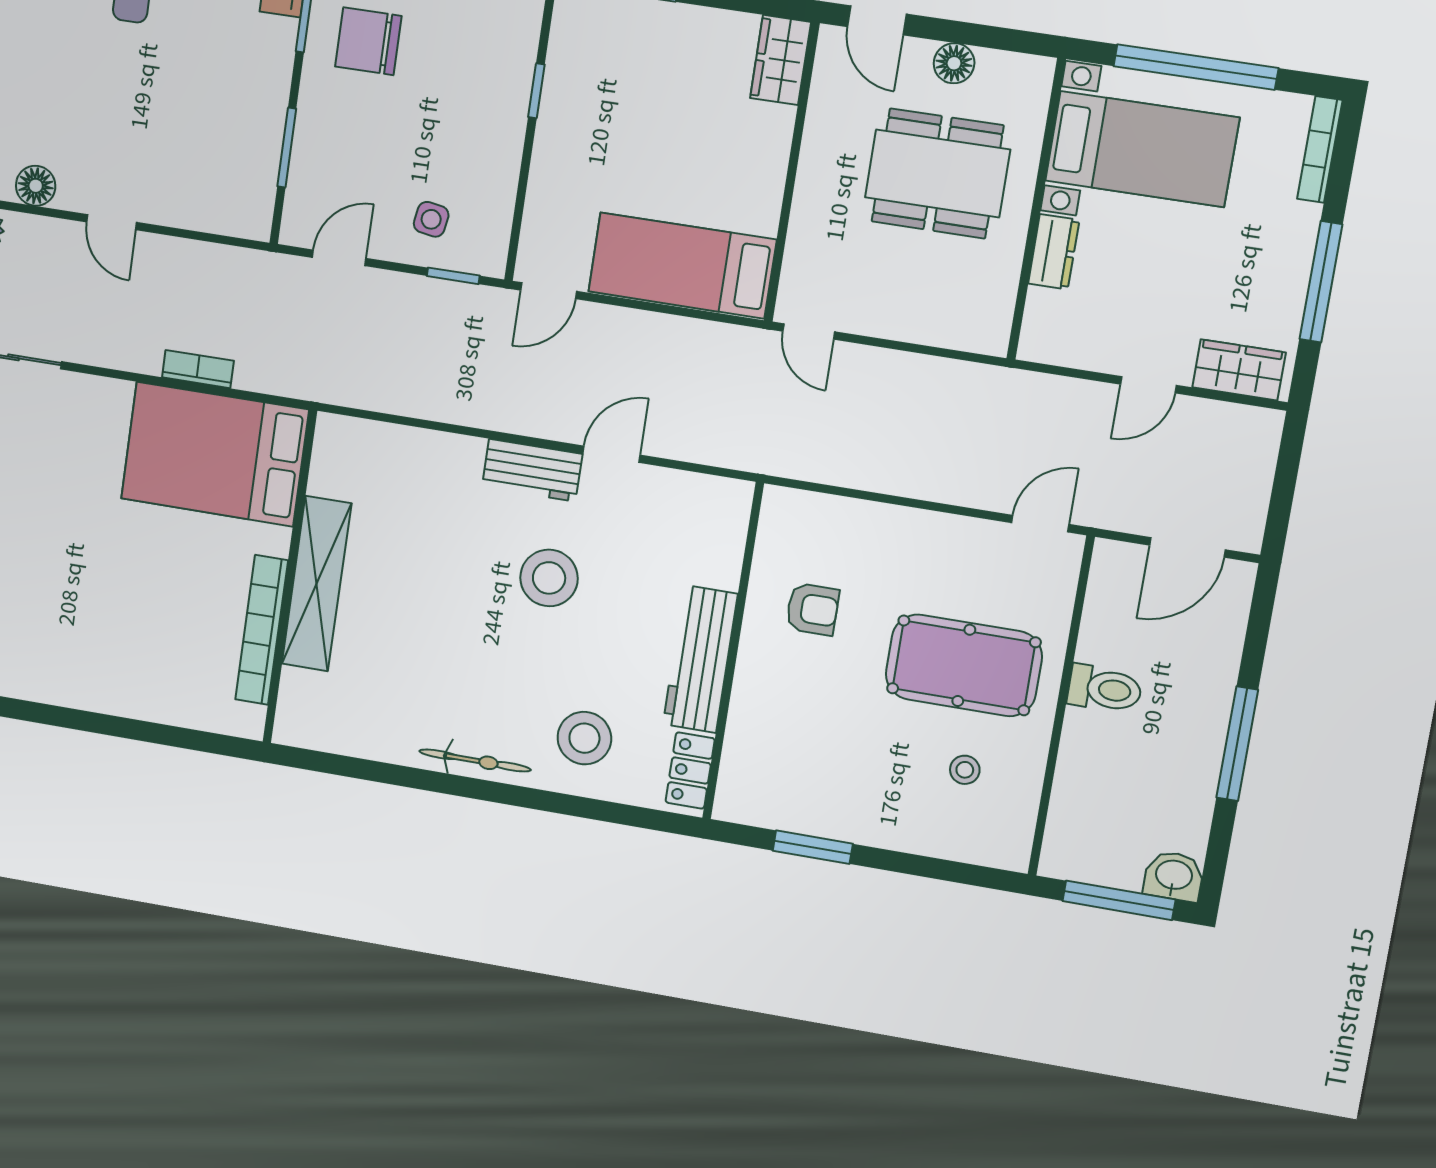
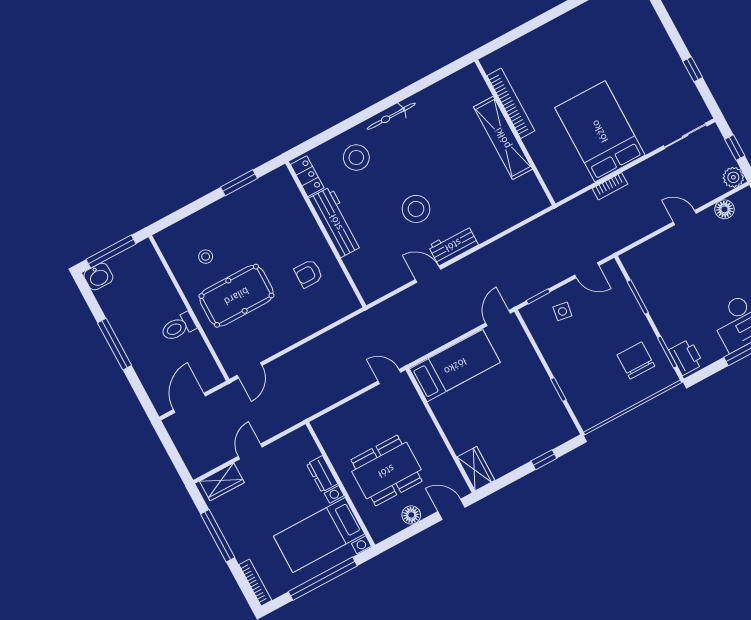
chair: (368, 41) -> (636, 360), turned -90
door: (339, 258) -> (587, 270), hinge flipped
bed: (215, 454) -> (600, 131), moved, turned -90
door: (611, 454) -> (428, 274), swing flipped

